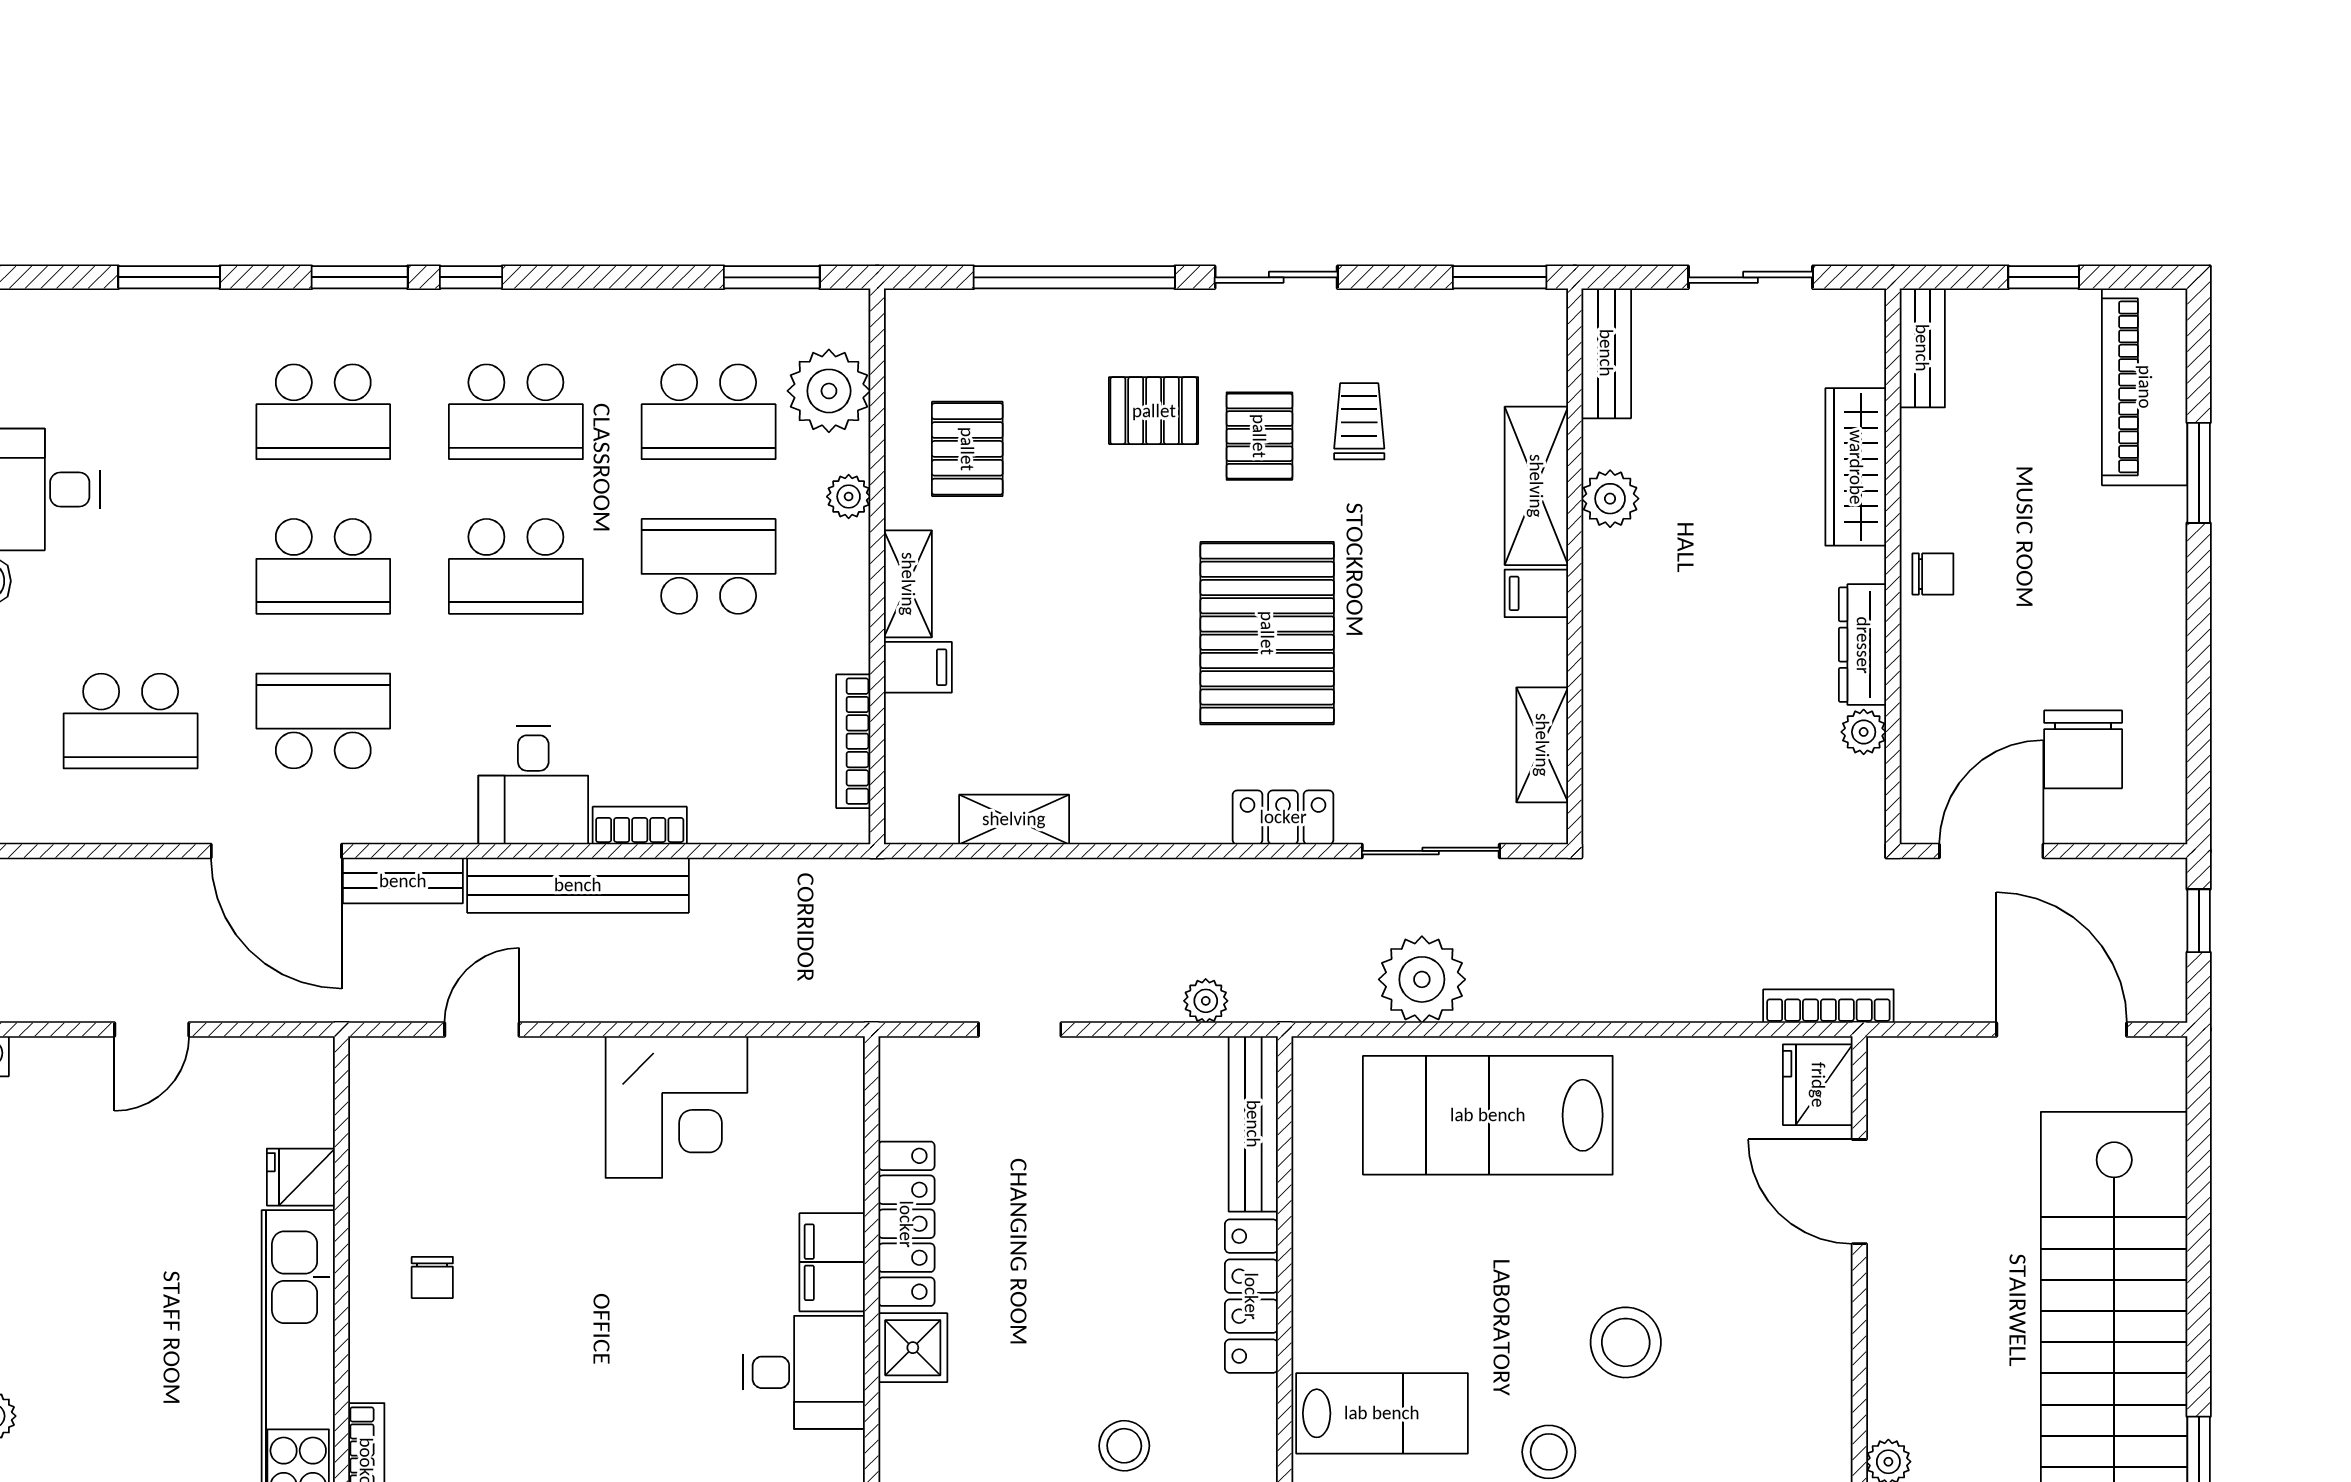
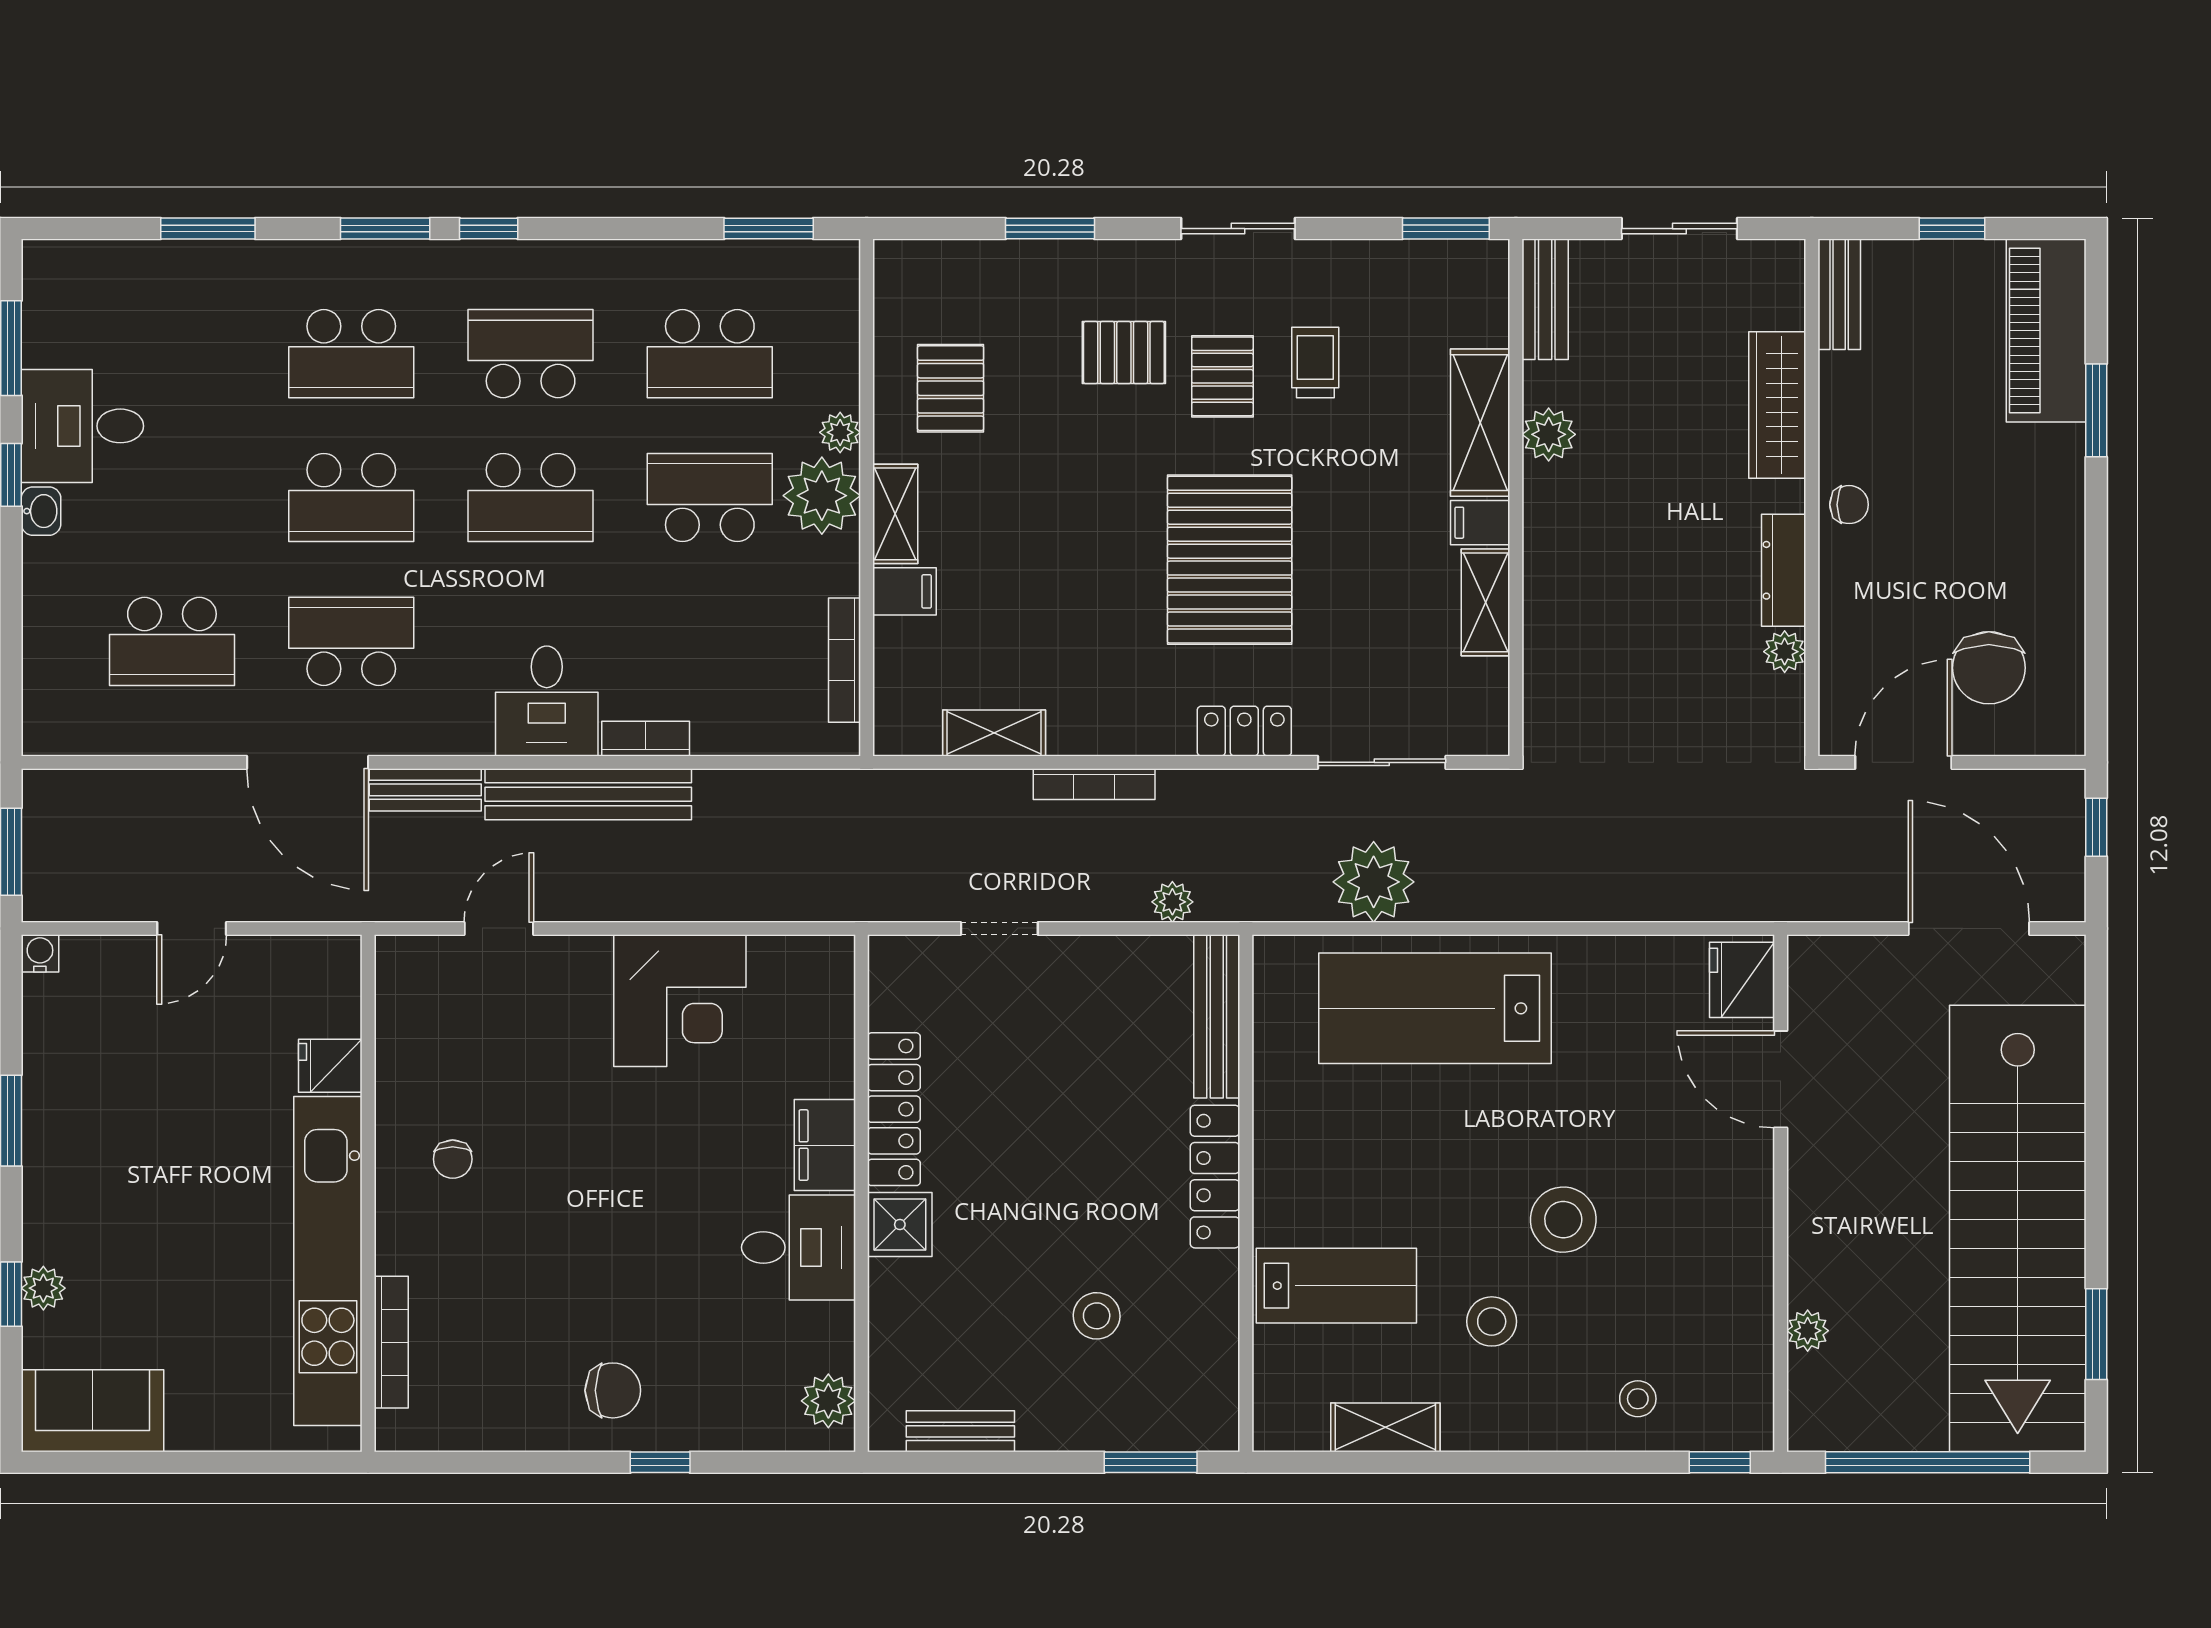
window: (1074, 277) -> (1050, 229), width x0.47
plant: (829, 391) -> (822, 496), moved
school desk: (516, 412) -> (531, 354), turned 180
shelving: (1542, 745) -> (1486, 602), moved
bookcase: (1828, 1006) -> (1094, 784), moved, turned 180

